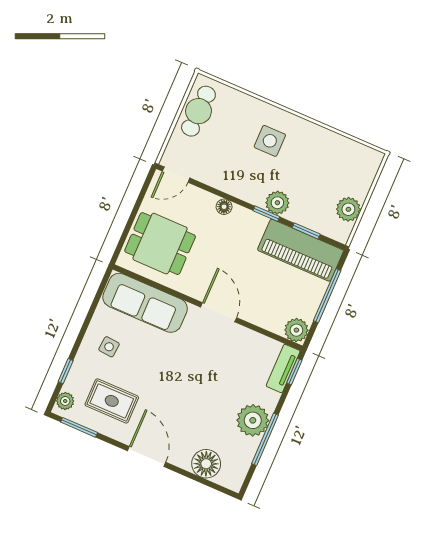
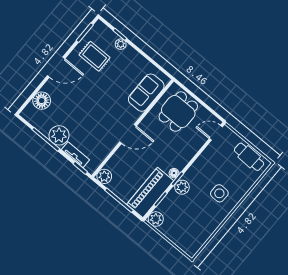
door: (176, 175) -> (216, 133), hinge flipped
floor lamp: (224, 207) -> (174, 173), moved
plant: (348, 209) -> (156, 219), moved
sofa: (145, 303) -> (146, 93), width x0.73
side table: (109, 347) -> (127, 64), removed
tv unit: (283, 368) -> (75, 155), moved
plant: (65, 401) -> (121, 44), moved
rug: (112, 401) -> (95, 56), turned 90

